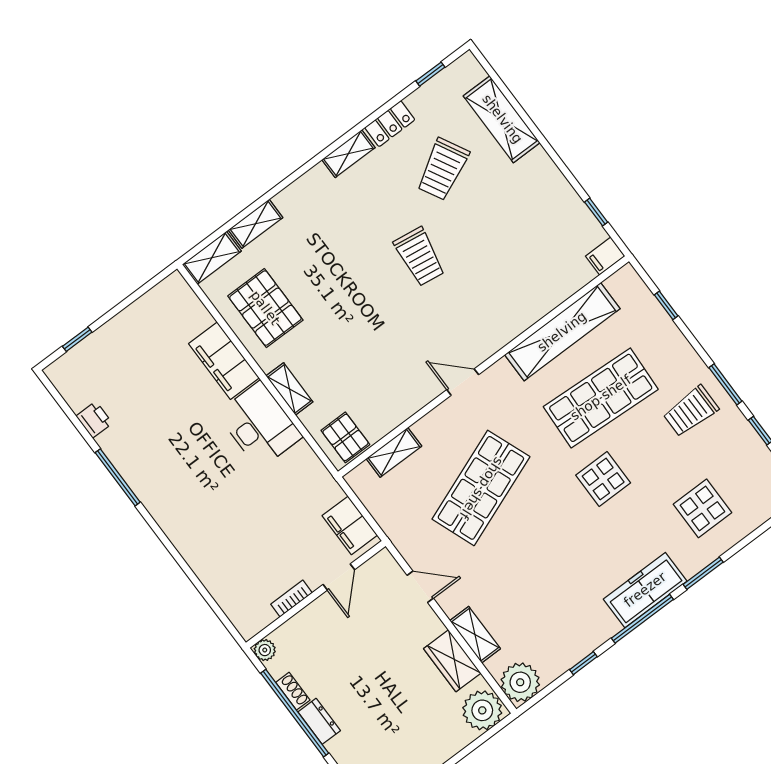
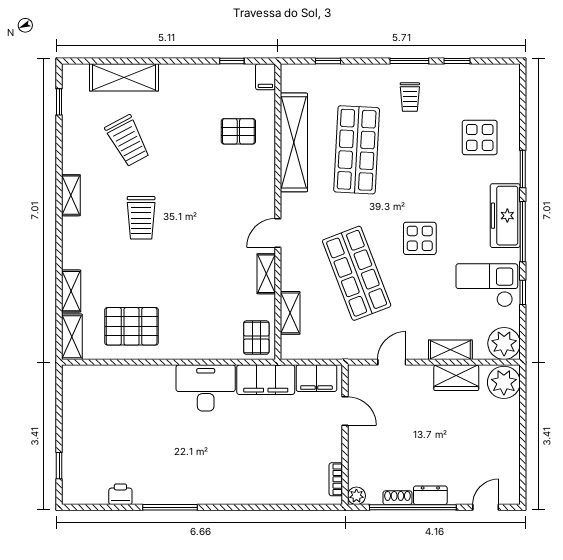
locker: (390, 124) -> (72, 153), removed
trolley: (419, 257) -> (141, 218), moved, turned 82
pallet: (533, 270) -> (238, 131), added
filing cabinet: (224, 361) -> (266, 380), moved
shelving: (289, 389) -> (266, 274), moved, turned 90
trolley: (691, 411) -> (410, 97), width x0.73, depth x0.72
pallet: (345, 437) -> (256, 338), turned 90
display table: (603, 479) -> (420, 238), moved
bookcase: (292, 599) -> (336, 479), moved
checkout: (564, 623) -> (487, 285), added

